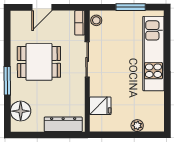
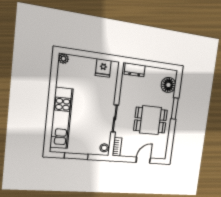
fridge: (100, 106) -> (103, 68), moved, turned -90
dresser: (63, 124) -> (135, 70), width x0.70
plant: (137, 126) -> (63, 59), moved

